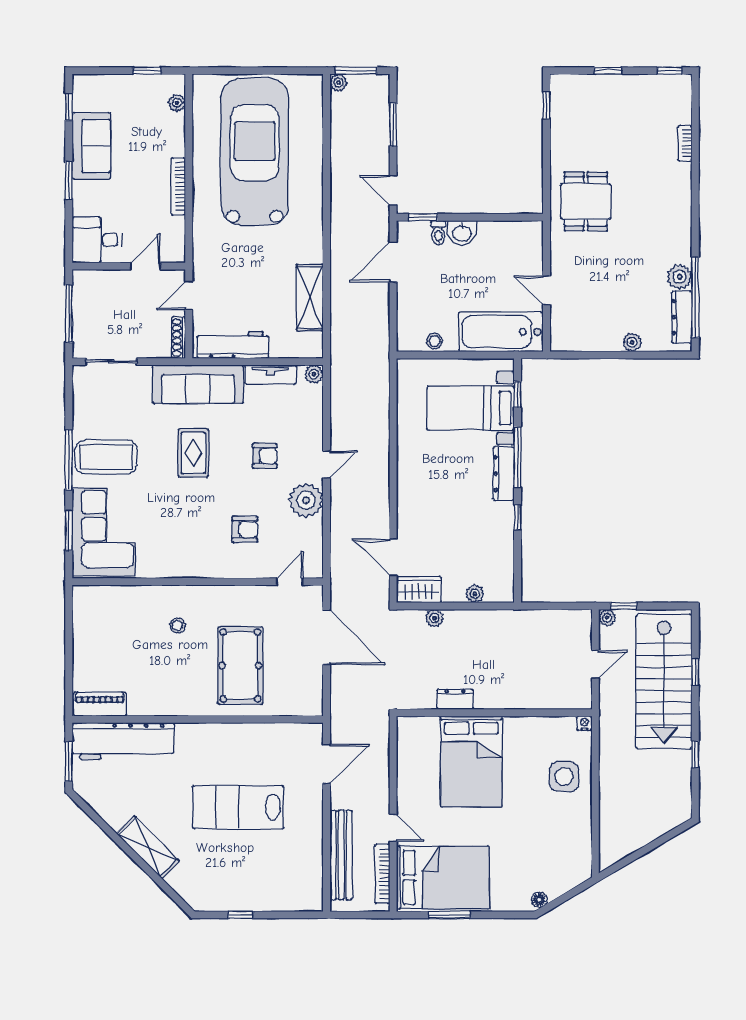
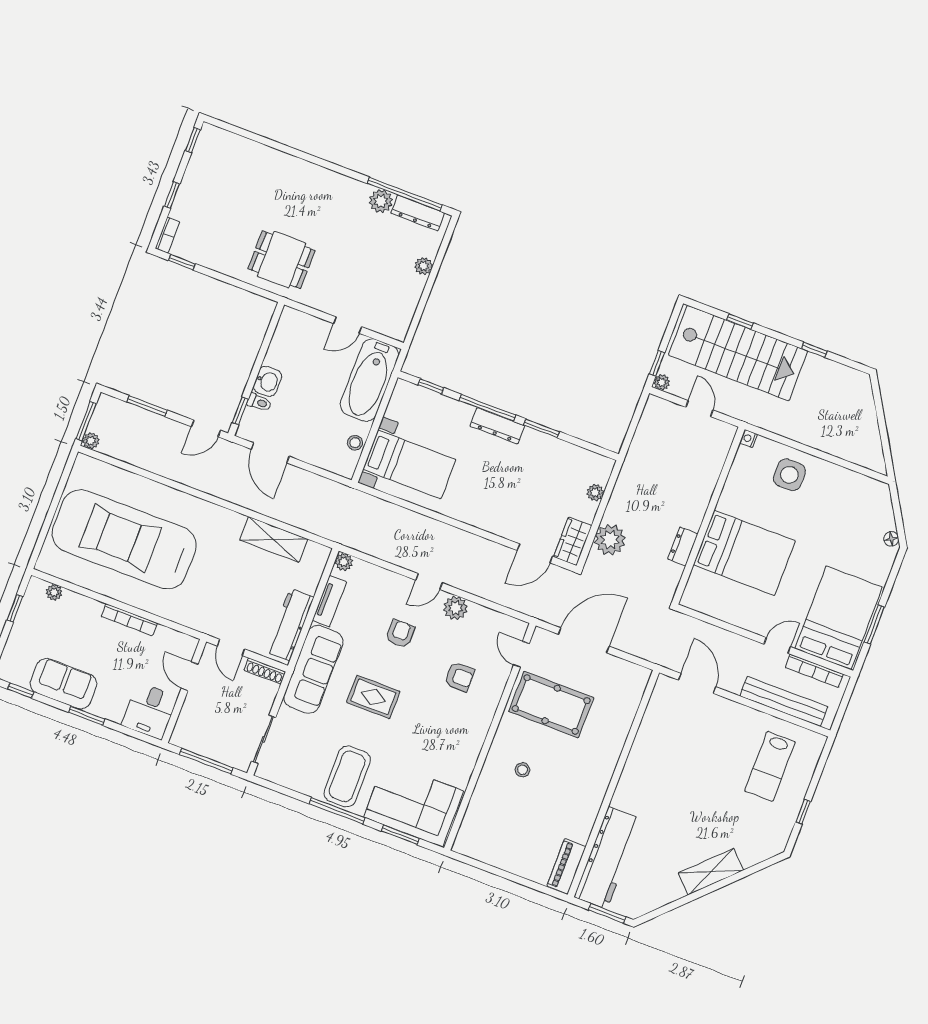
bookcase: (685, 143) -> (167, 235), moved, turned -90
bed with nightstands: (471, 408) -> (409, 464), moved, turned -90
door: (327, 465) -> (429, 581), swing flipped
plant: (306, 500) -> (456, 608), width x0.73, depth x0.73
window: (518, 517) -> (541, 428), width x1.50
armchair: (245, 529) -> (459, 677), turned 90
plant: (434, 618) -> (610, 540), width x1.87, depth x1.87
pool table: (240, 666) -> (551, 705), moved
lab bench: (238, 807) -> (770, 766), moved, width x0.73, depth x0.72

